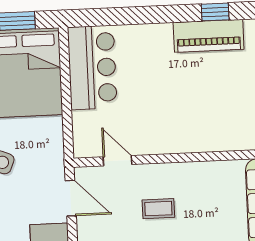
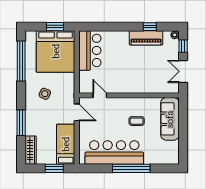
coffee table: (158, 209) -> (137, 121), moved

